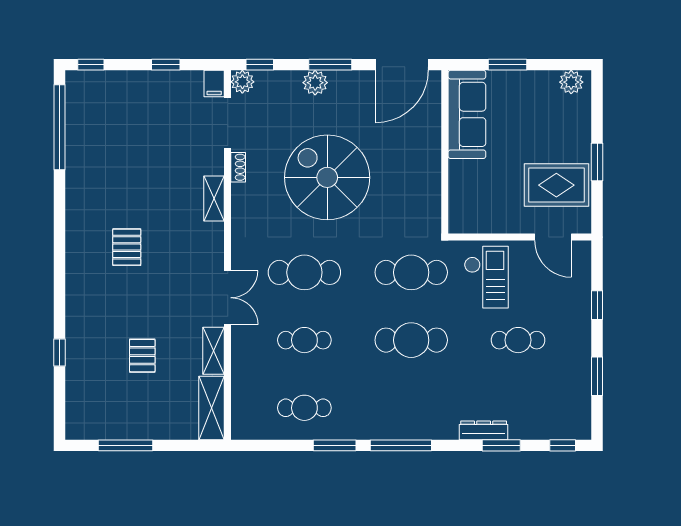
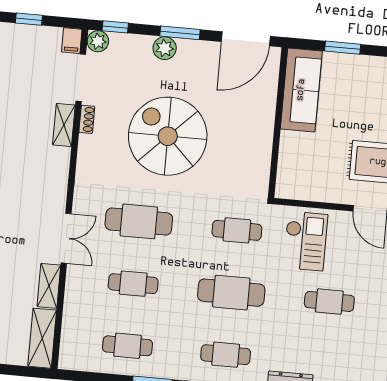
shelving: (214, 199) -> (64, 125), moved
cafe table: (411, 272) -> (237, 230), width x0.73, depth x0.74
cafe table: (411, 408) -> (226, 355), added

